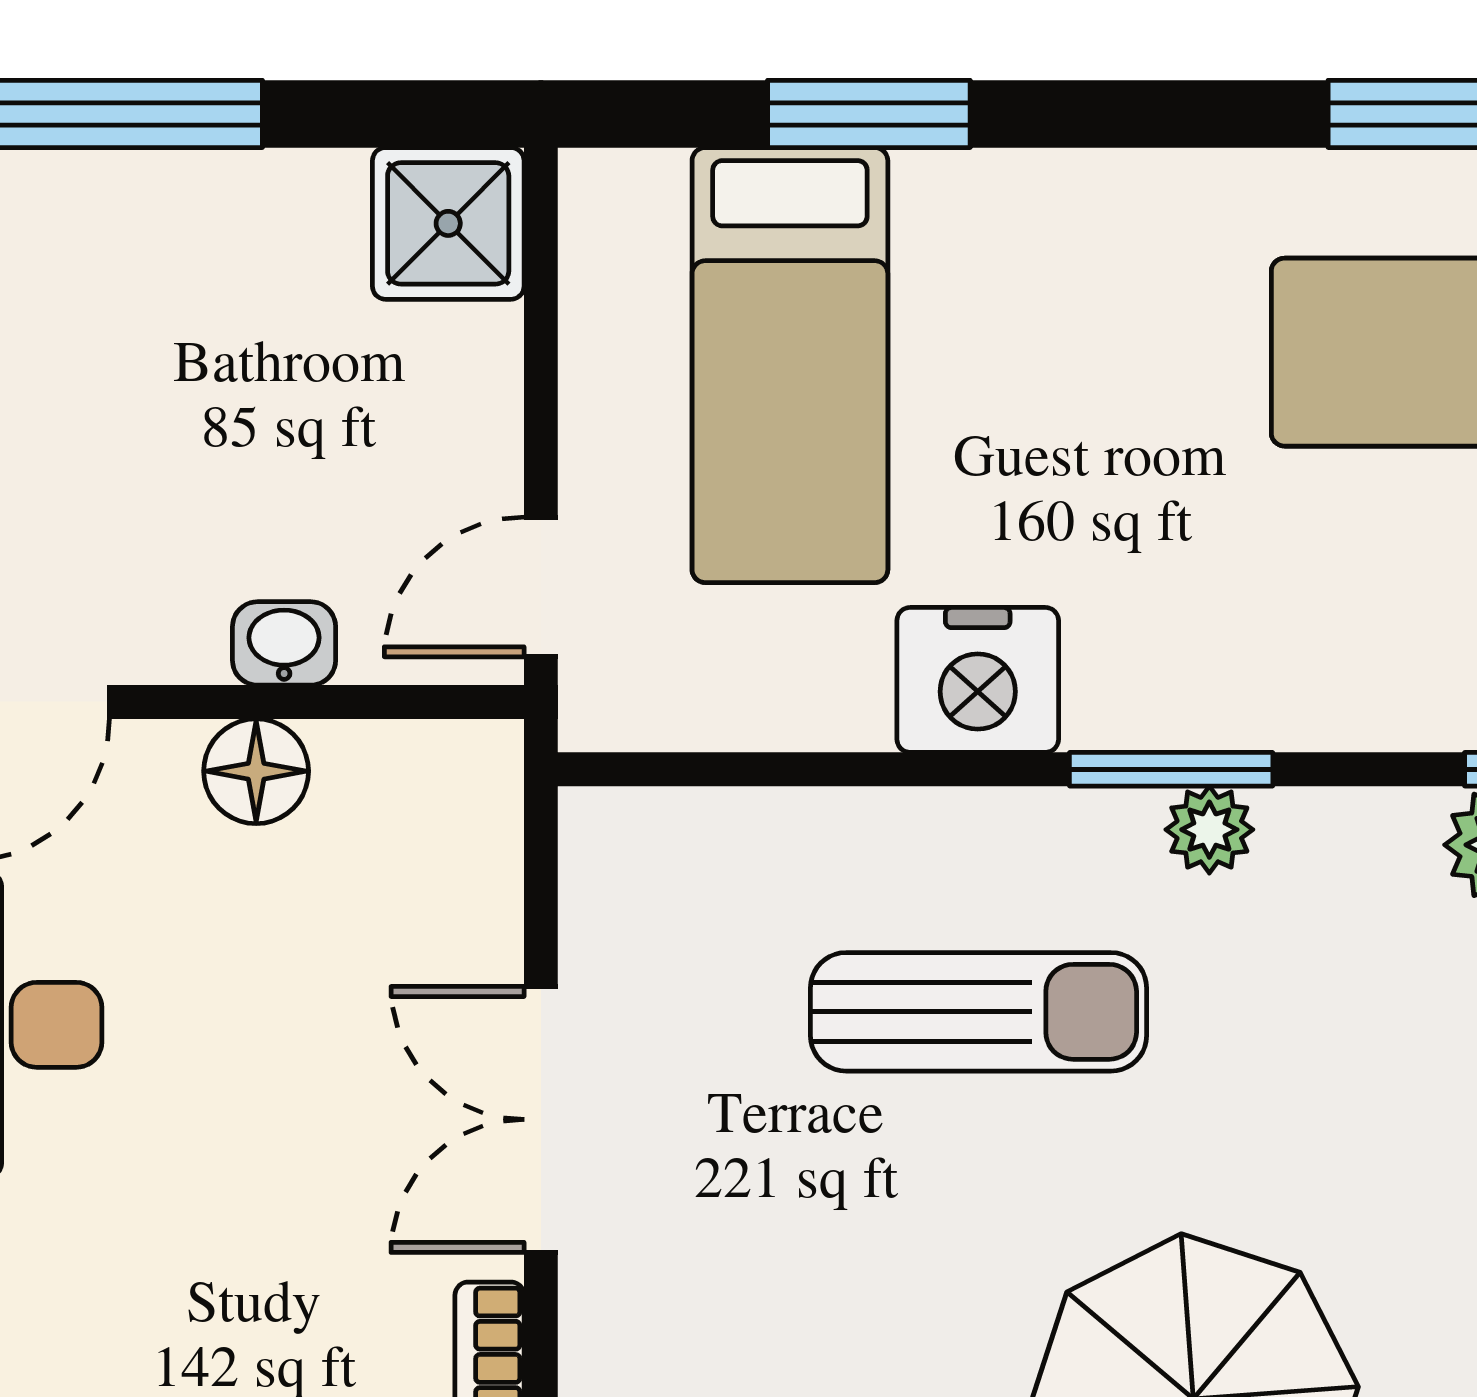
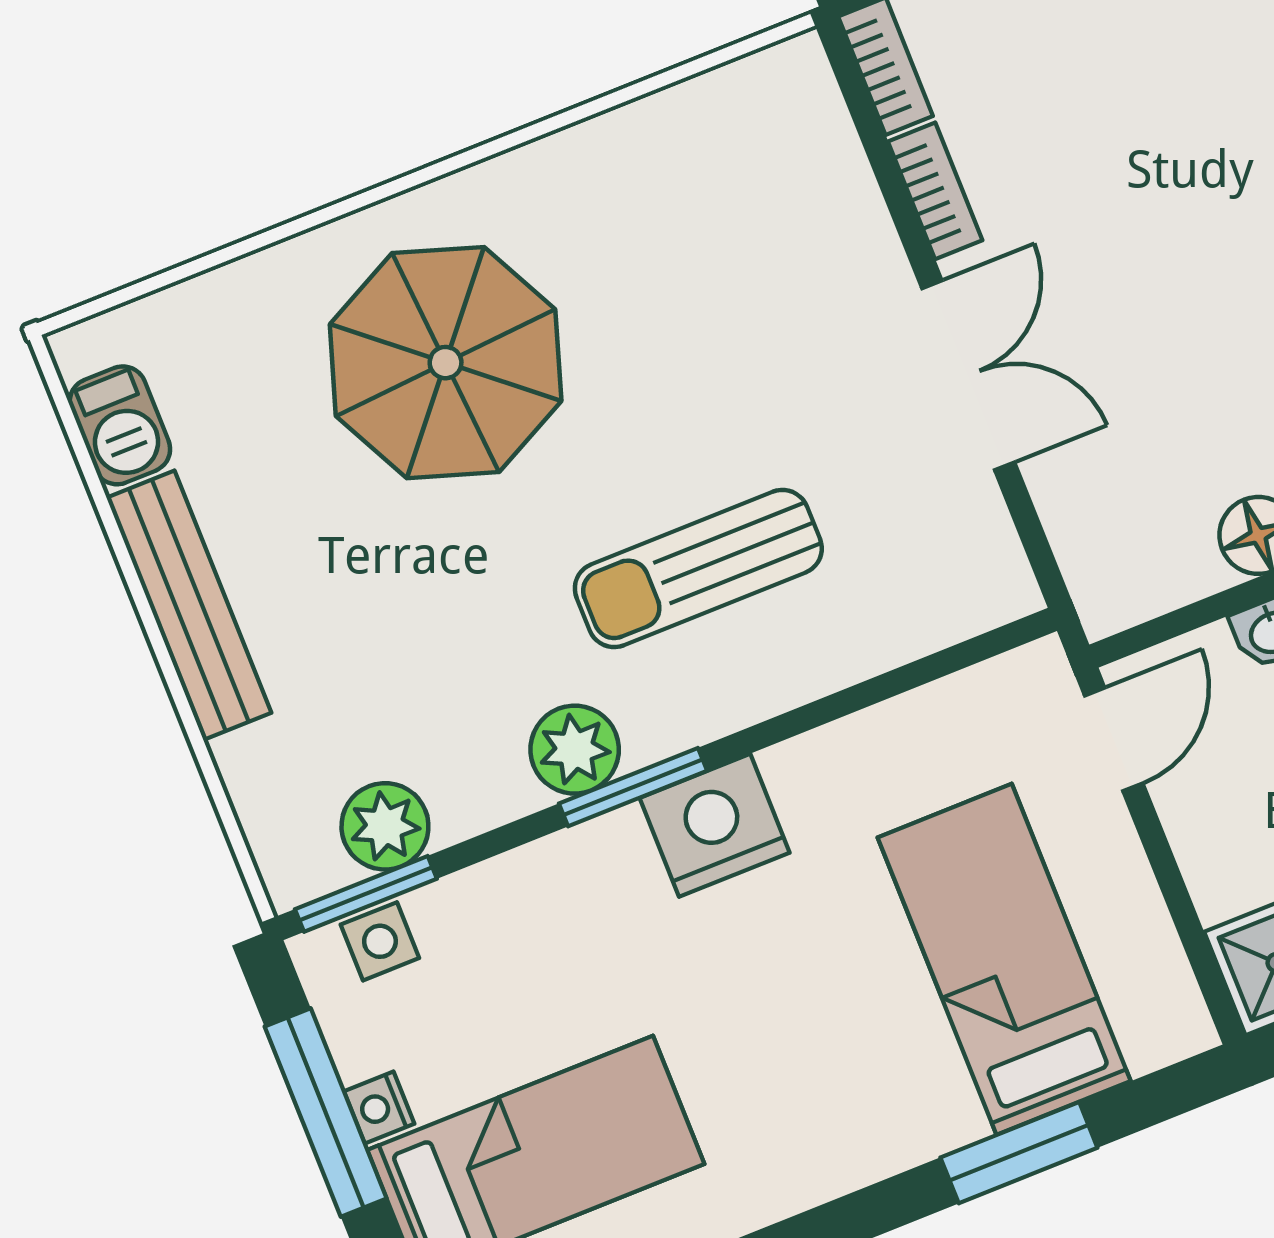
nightstand: (978, 680) -> (715, 825), moved
plant: (1209, 830) -> (575, 750), width x1.38, depth x1.38

